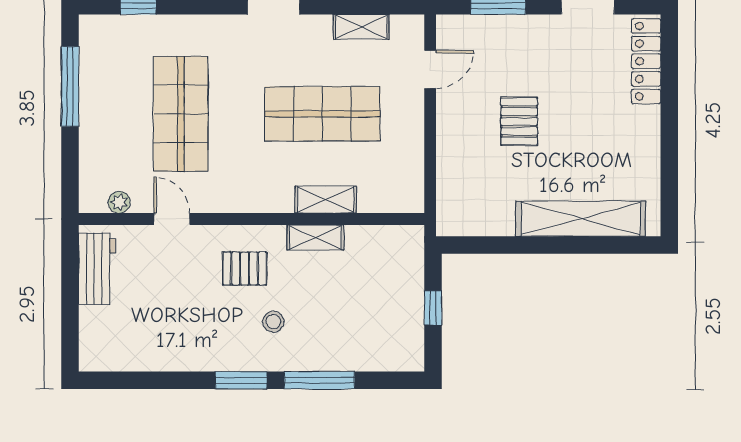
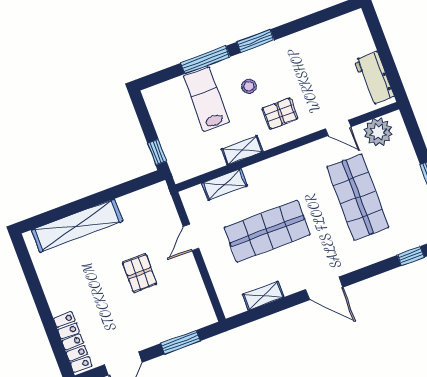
door: (430, 69) -> (191, 237), moved
shelving: (326, 200) -> (224, 185), moved
plant: (119, 202) -> (378, 132), width x1.88, depth x1.88
window: (433, 308) -> (157, 152), moved
lab bench: (338, 326) -> (206, 99), added

